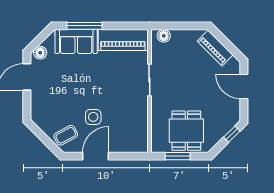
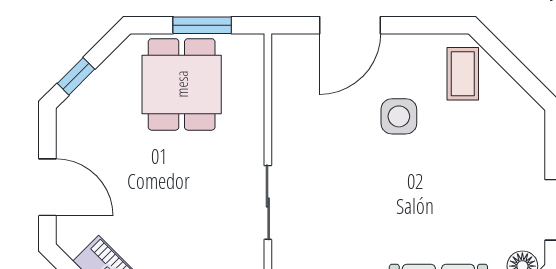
coffee table: (66, 135) -> (463, 74), turned -61
door: (96, 156) -> (350, 25), moved

